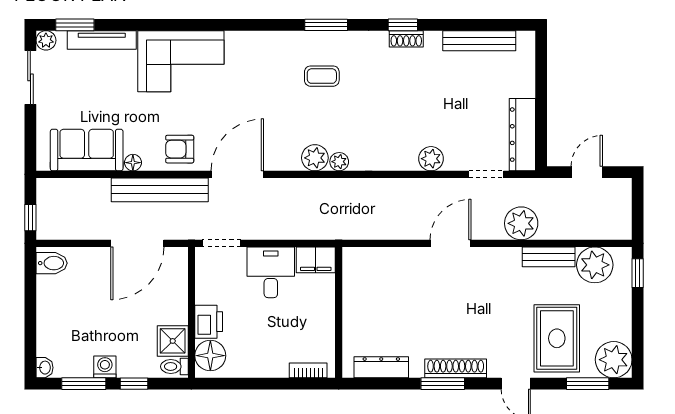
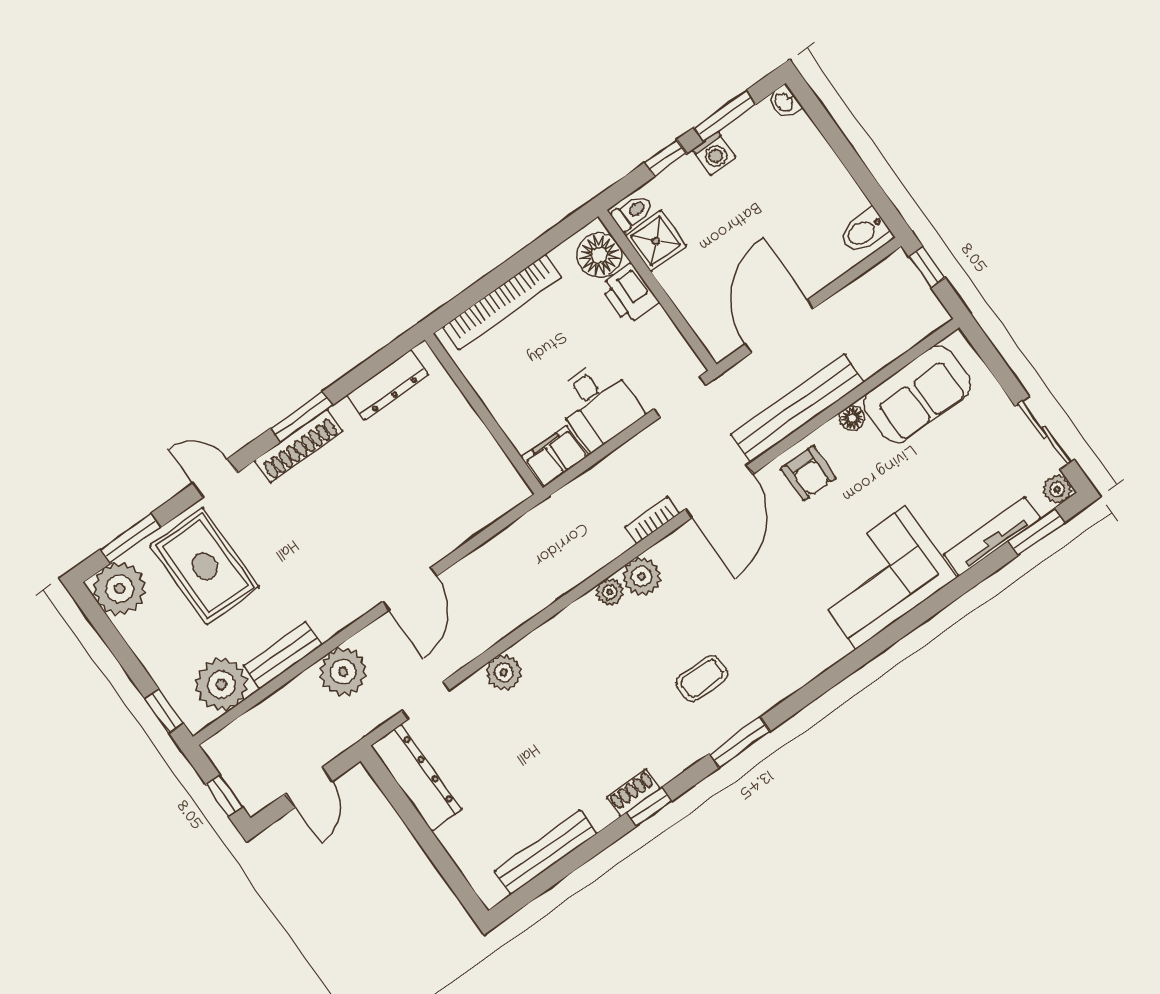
armchair: (180, 149) -> (808, 473), turned 90
bookcase: (286, 185) -> (652, 520), added
window: (638, 201) -> (224, 796), added
bookcase: (308, 370) -> (502, 302), width x2.31, depth x1.31

